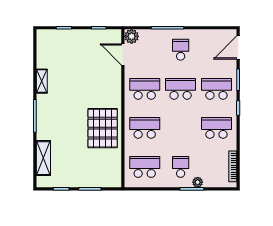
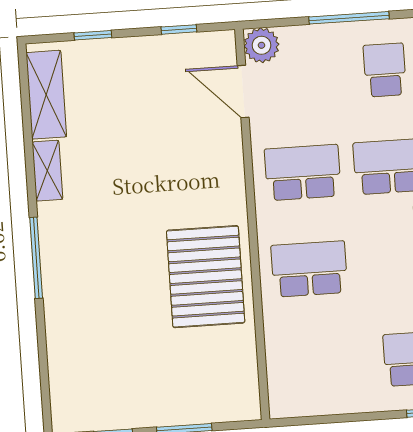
shelving: (43, 158) -> (46, 95), moved
school desk: (145, 167) -> (316, 365), removed

